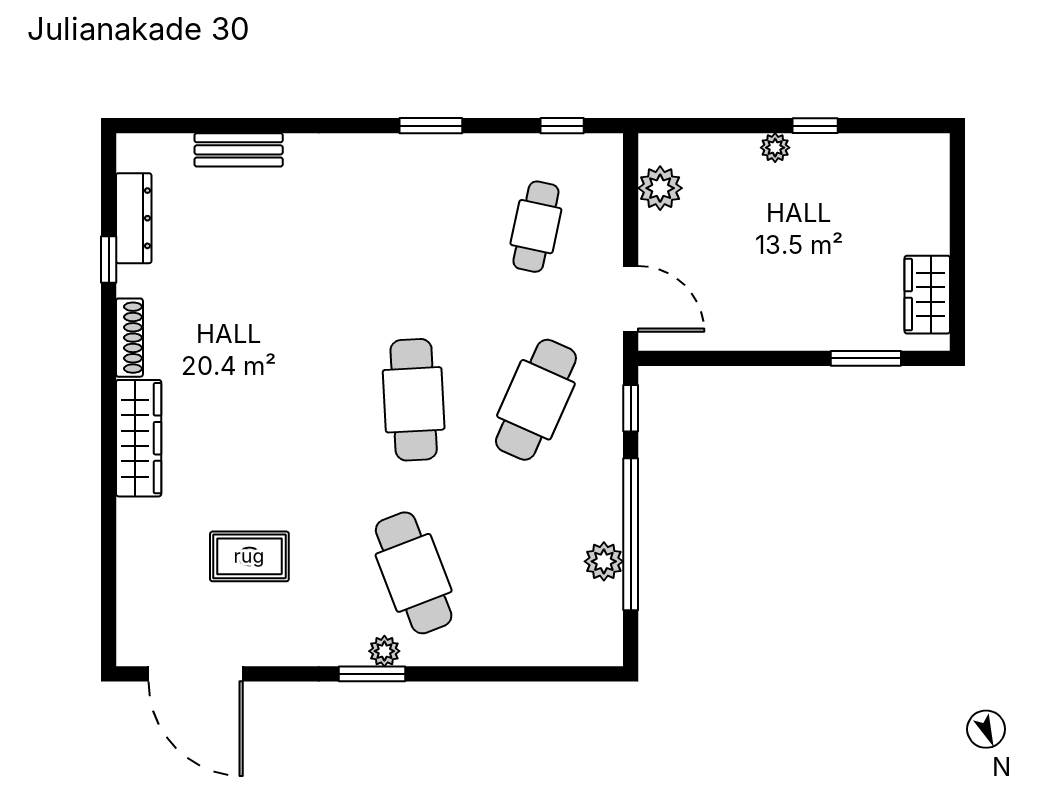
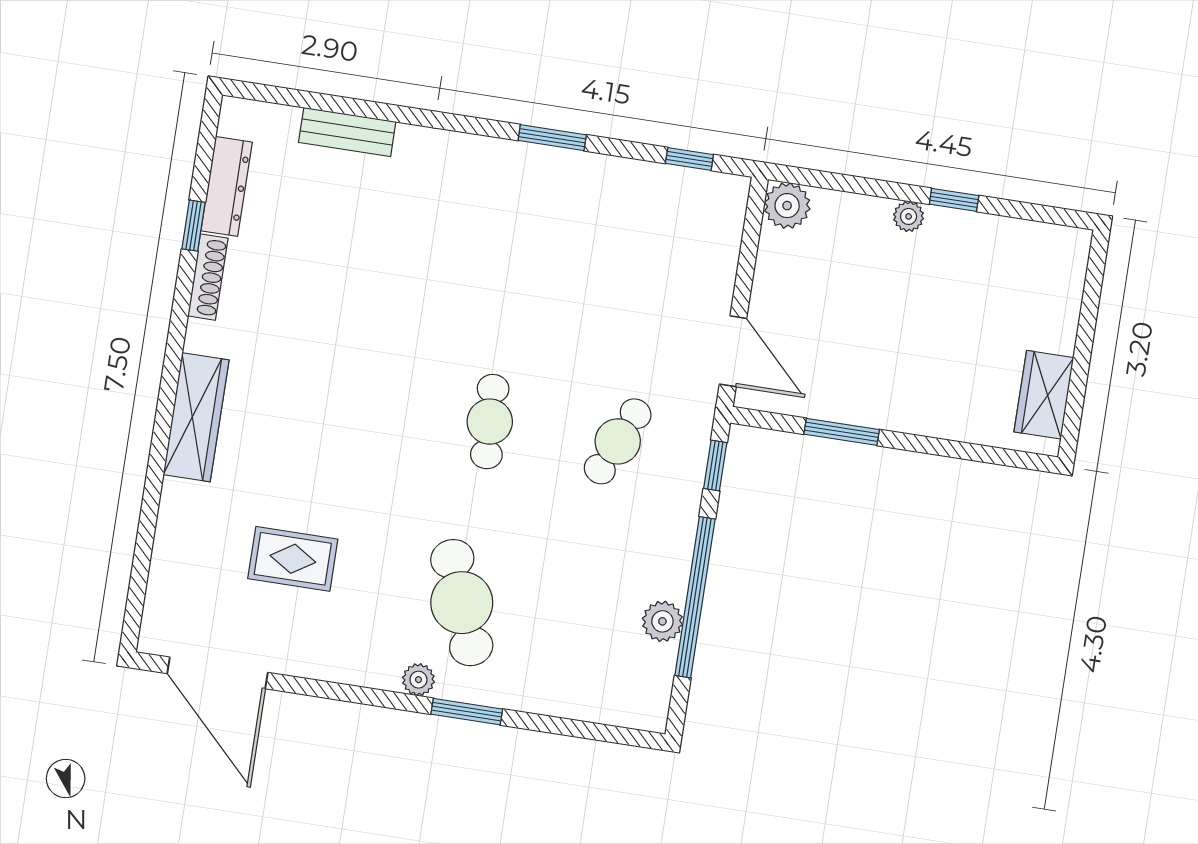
plant: (660, 188) -> (787, 206), moved
cafe table: (536, 227) -> (646, 260), removed
shoe rack: (129, 338) -> (208, 277), moved
window: (866, 358) -> (842, 432), moved
cafe table: (414, 400) -> (490, 422), width x0.73, depth x0.74
cafe table: (536, 400) -> (618, 441), width x0.73, depth x0.74
window: (372, 674) -> (467, 712), moved

